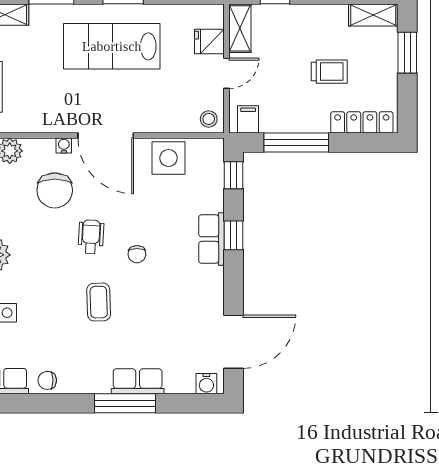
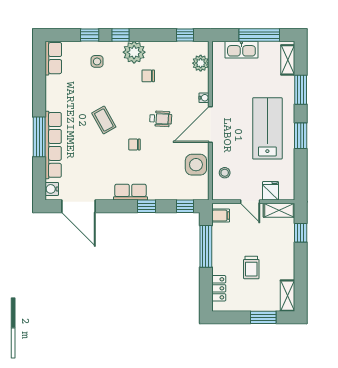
stool: (209, 119) -> (225, 173), moved
locker: (362, 122) -> (219, 288), width x0.66
chair: (55, 190) -> (148, 76), moved, width x0.54, depth x0.54
wheelchair: (91, 237) -> (161, 119), moved
row of seats: (211, 239) -> (130, 192), moved
coffee table: (99, 302) -> (104, 120), turned 63
chair: (47, 380) -> (54, 87), removed
row of seats: (138, 381) -> (53, 145), width x2.02

